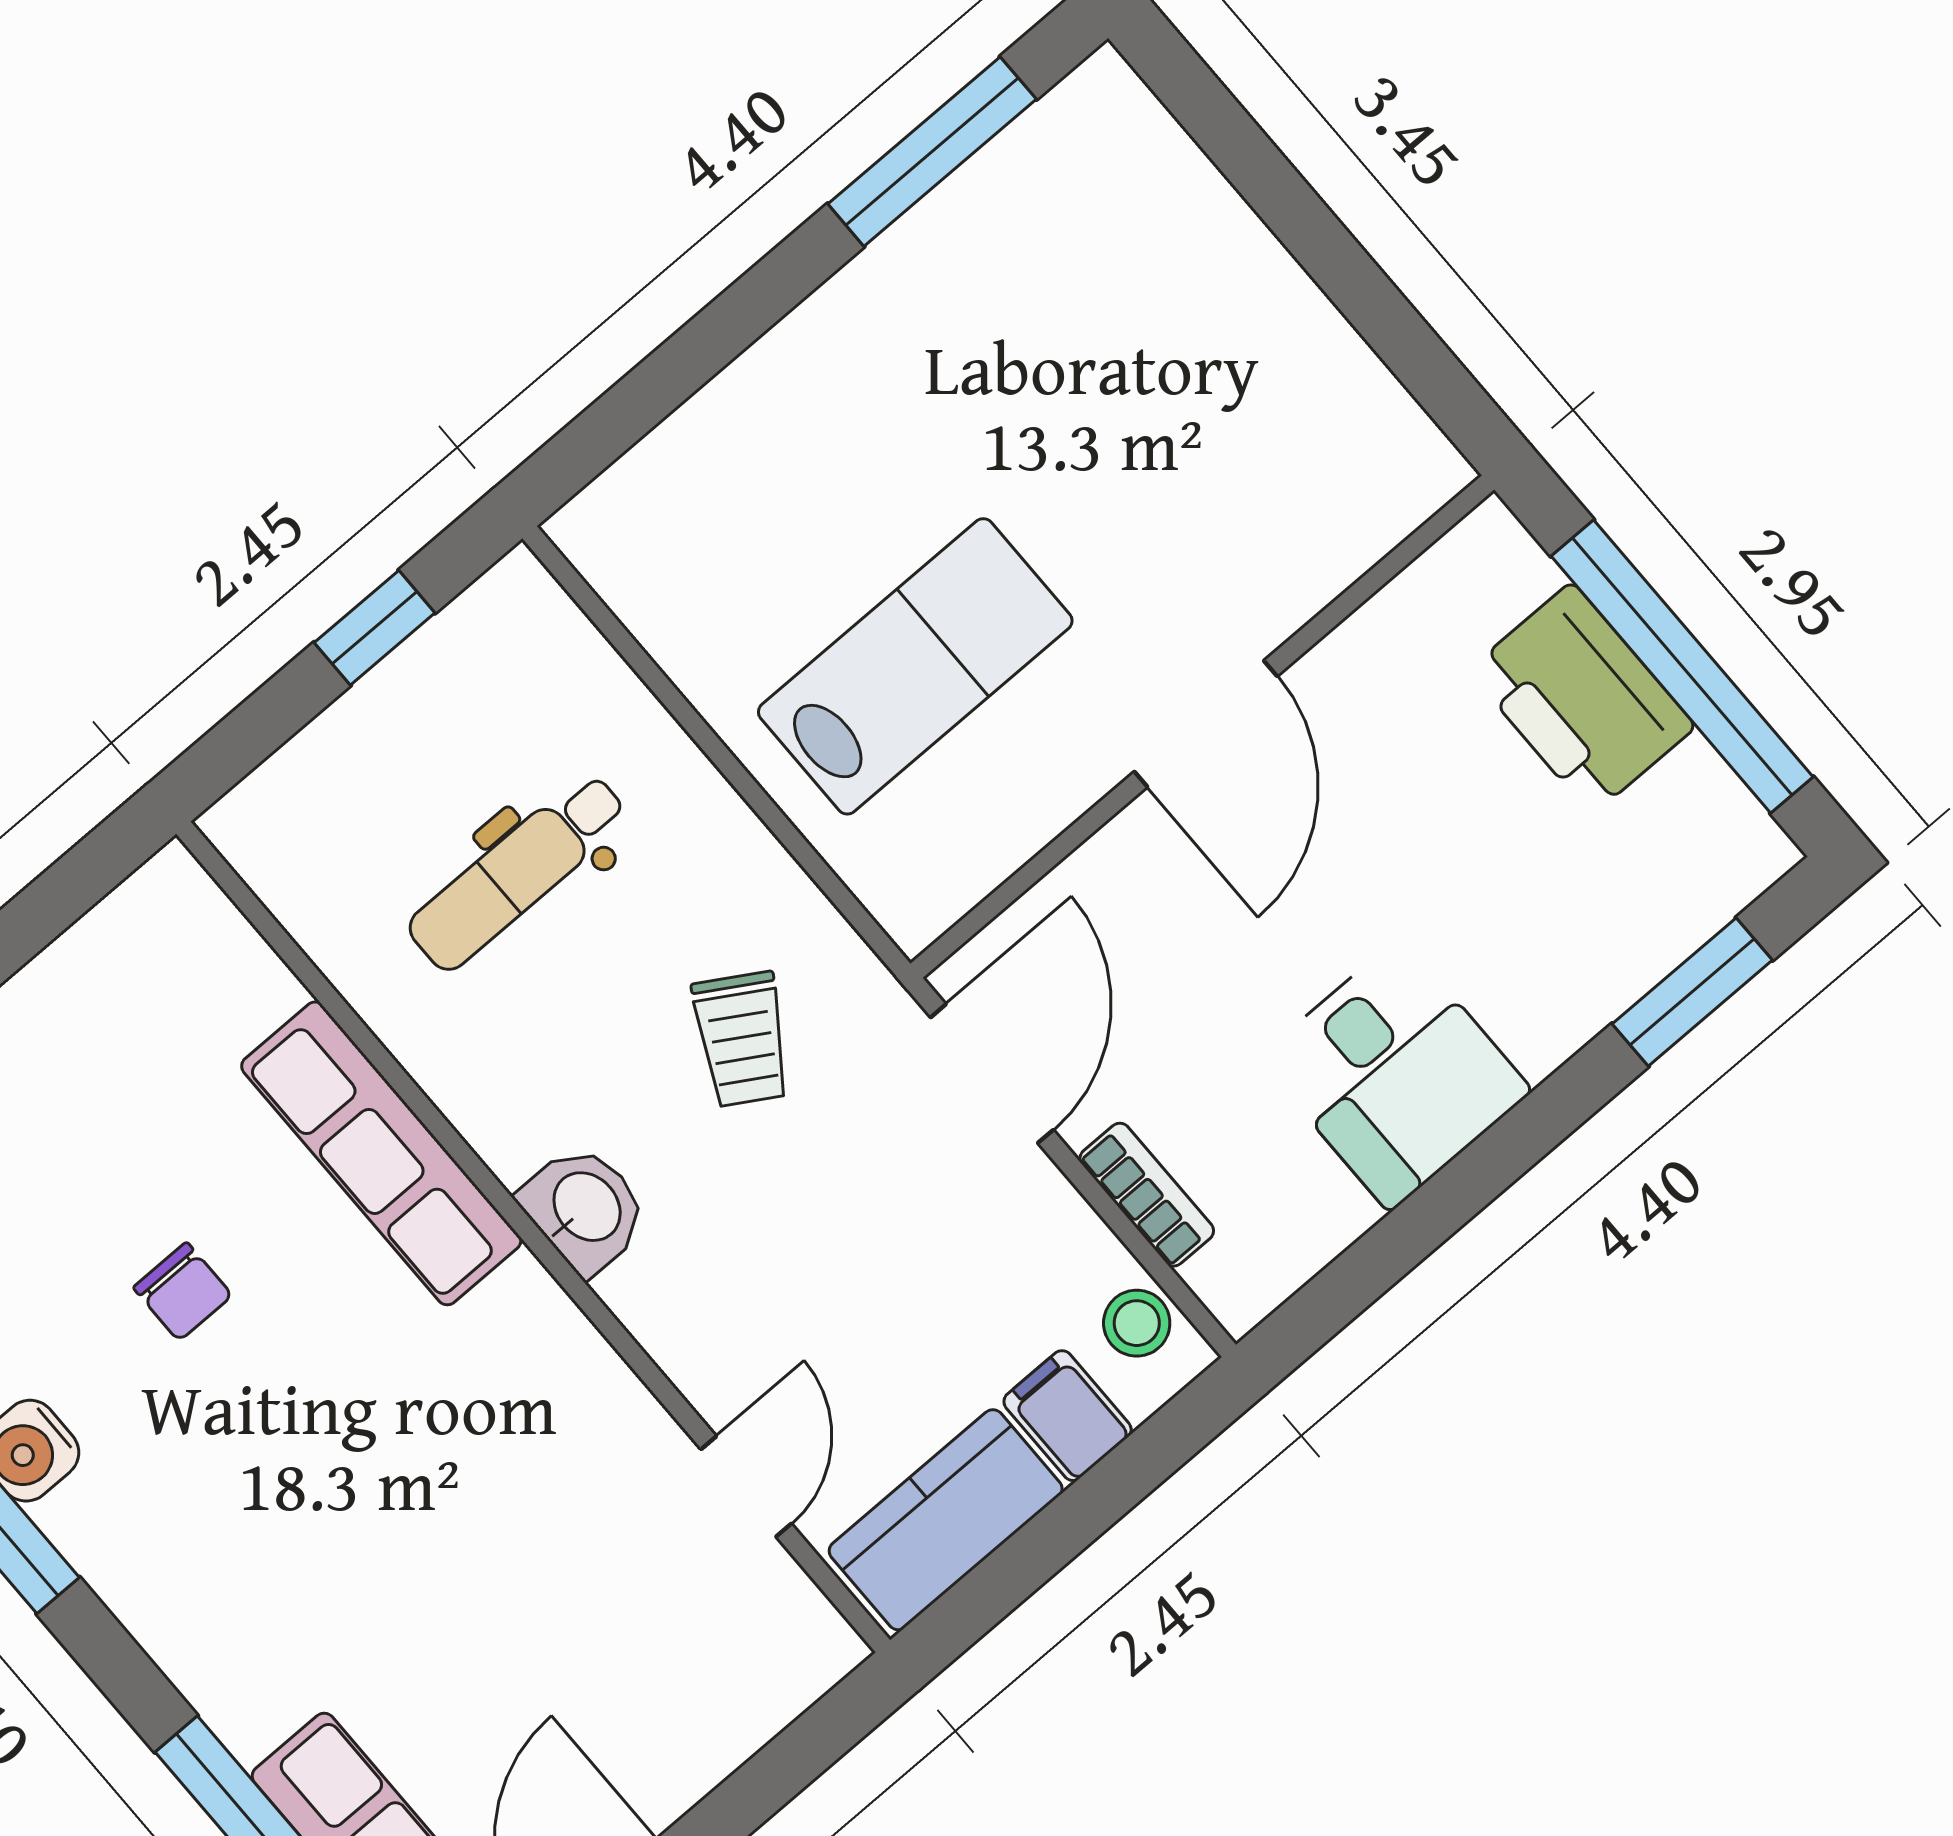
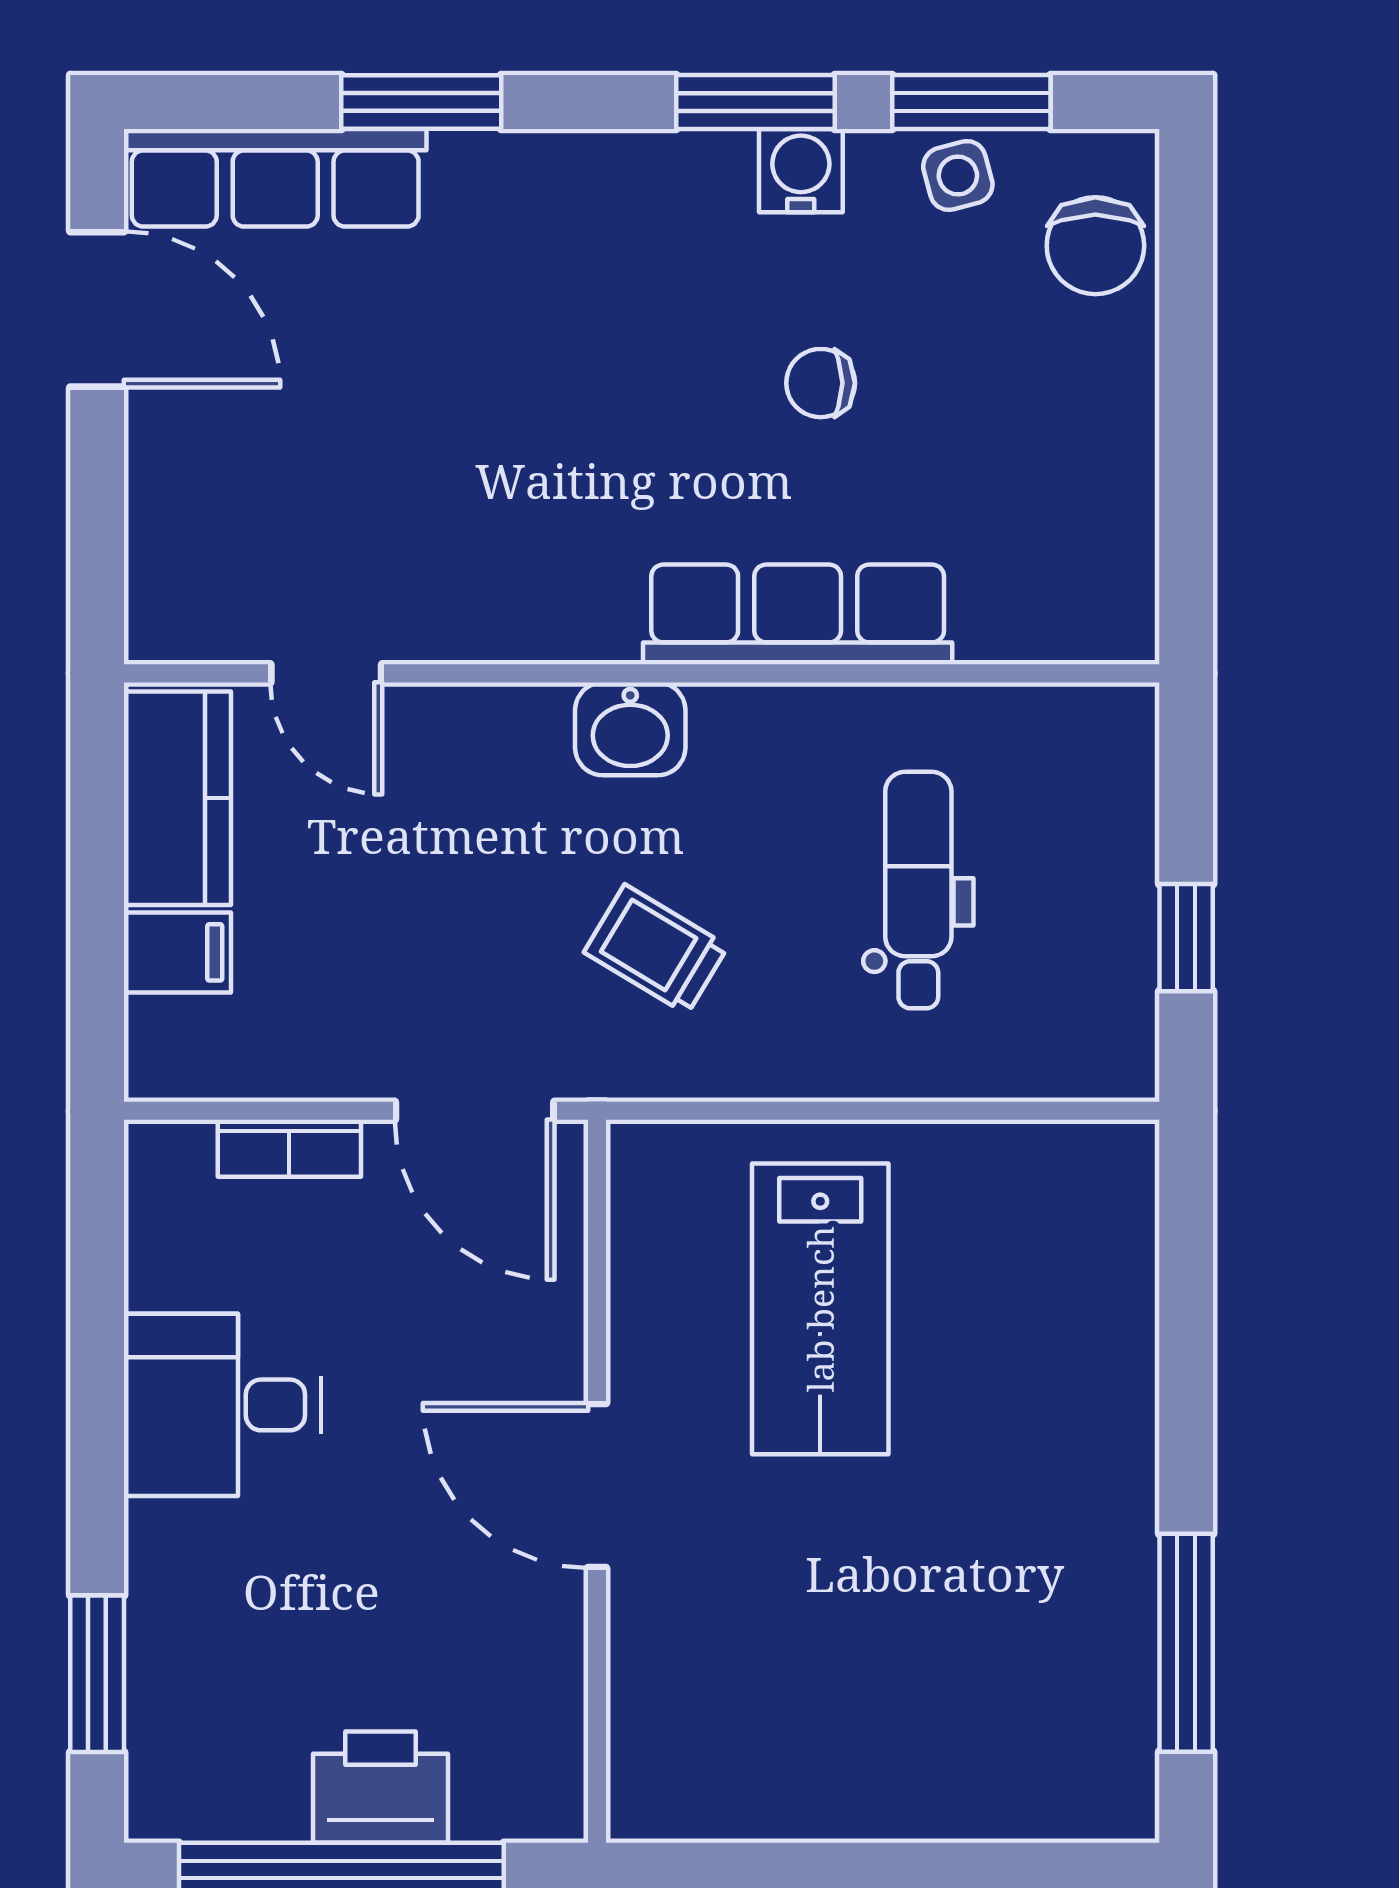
printer: (1582, 699) -> (380, 1787), width x0.73, depth x0.84
stool: (1137, 1323) -> (202, 1061), removed

